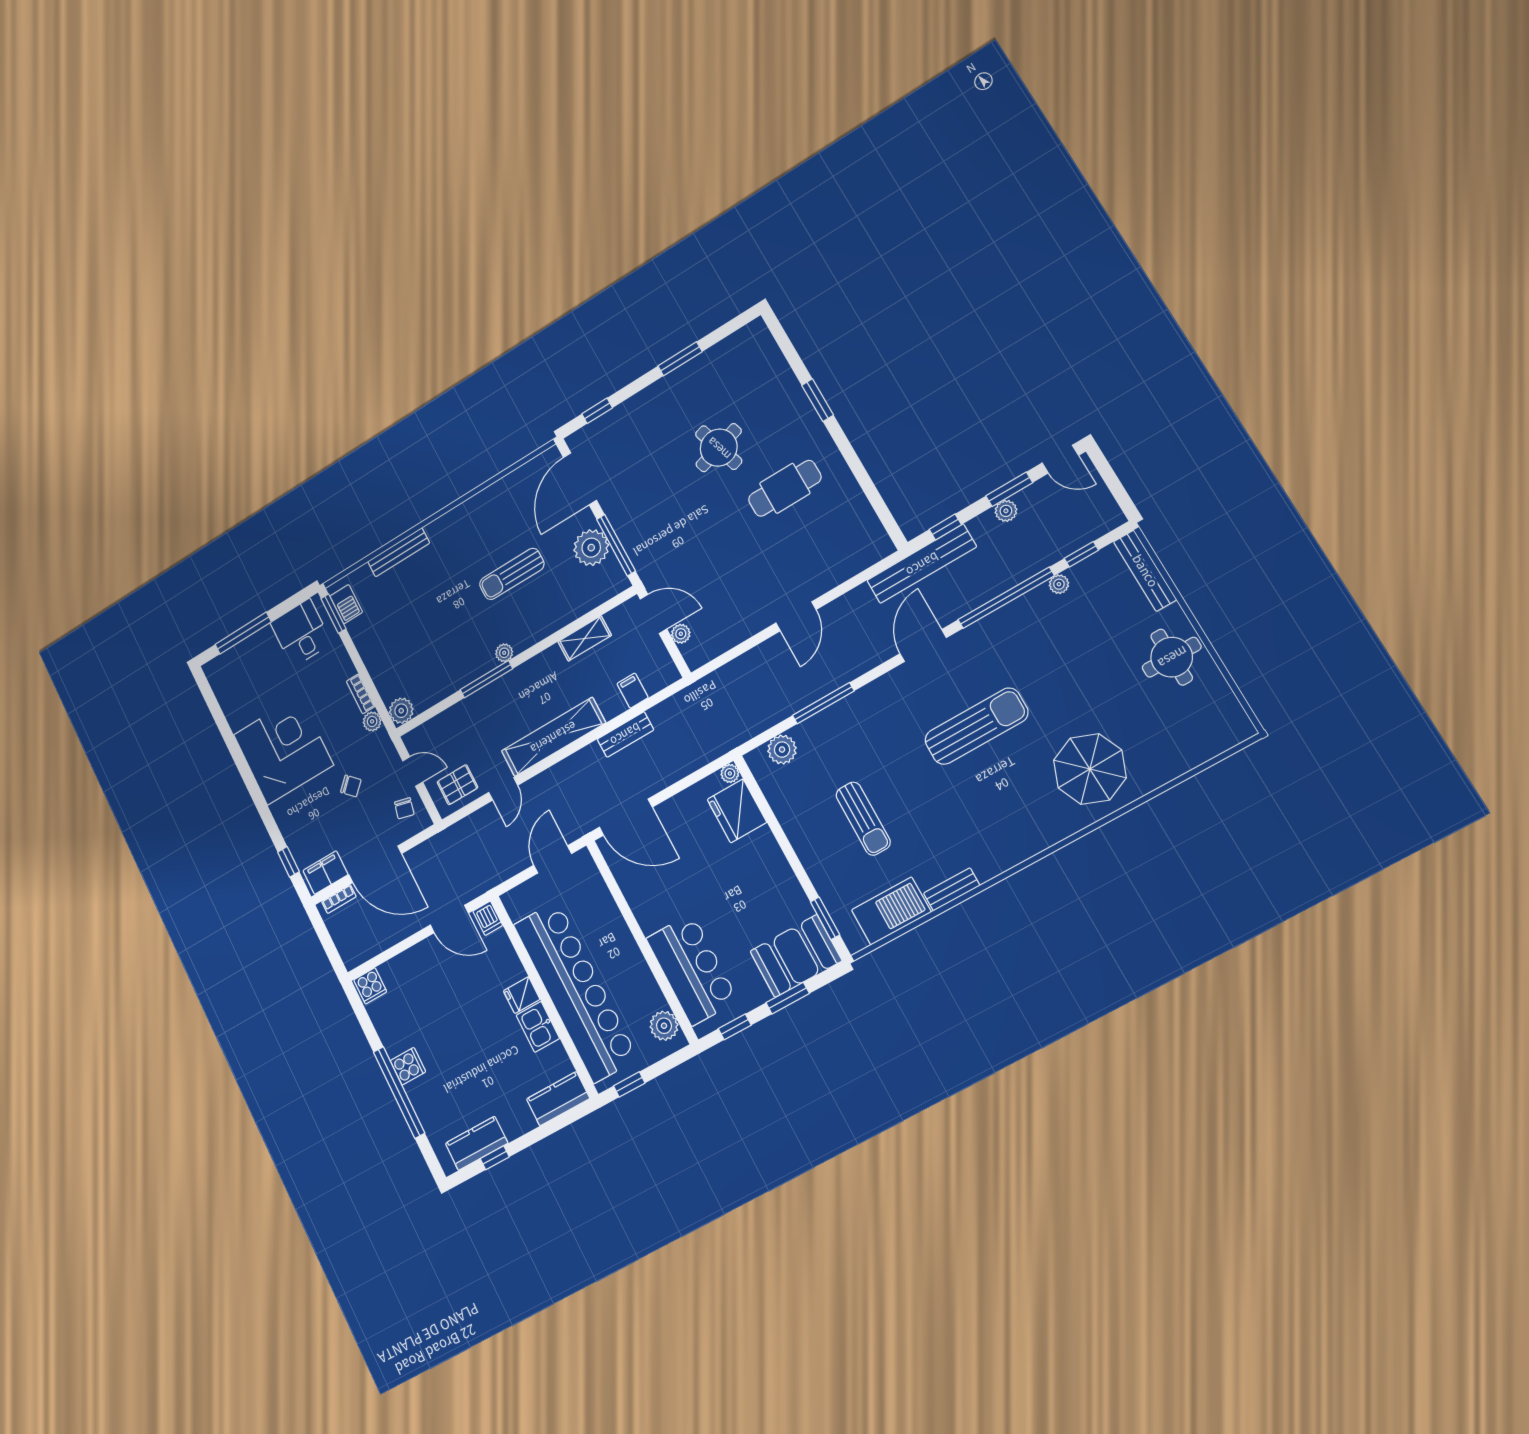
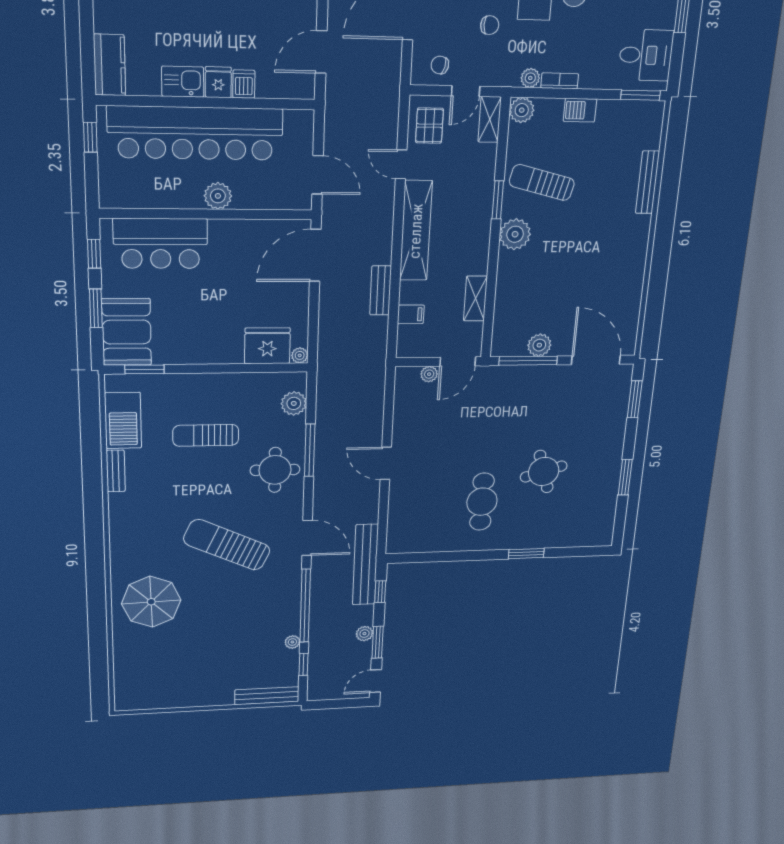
window: (597, 411) -> (635, 399), width x1.50
plant: (591, 548) -> (539, 345), width x0.73, depth x0.73
sun lounger: (512, 574) -> (542, 182), moved, turned -76
barbecue: (346, 604) -> (580, 110), moved
plant: (504, 653) -> (515, 234), width x1.87, depth x1.87
round table: (1172, 657) -> (275, 470), moved
window: (486, 679) -> (498, 200), width x0.69
sun lounger: (976, 726) -> (227, 545), turned 115
shelving: (424, 734) -> (490, 119), added
chair: (351, 786) -> (490, 25), turned -135
dishwasher: (488, 918) -> (244, 84), moved, turned 90
plant: (664, 1026) -> (218, 196), moved

